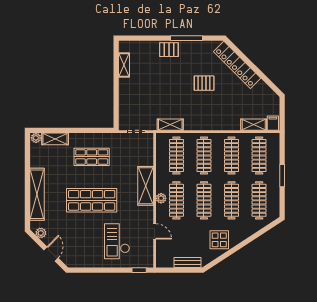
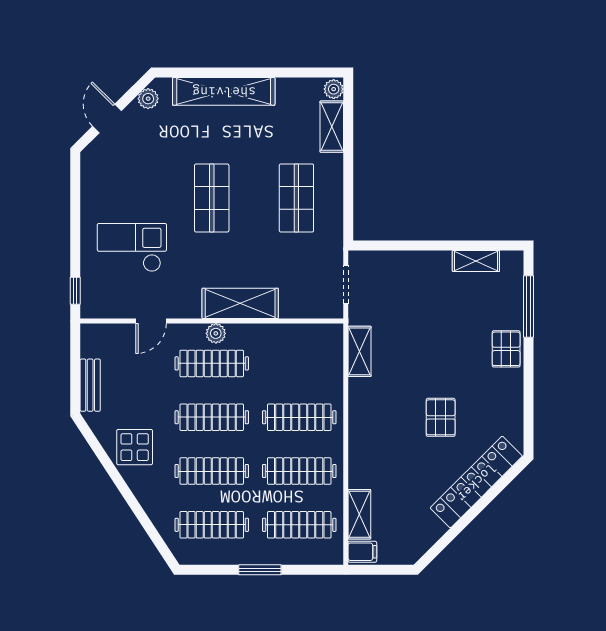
window: (187, 38) -> (529, 307), moved
clothes rail: (176, 156) -> (299, 363), removed
shop shelf: (92, 200) -> (212, 198), width x0.70, depth x0.74
door: (51, 254) -> (107, 119), swing flipped

